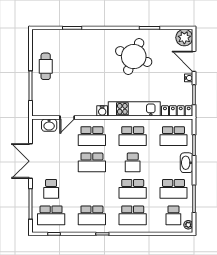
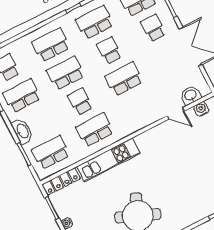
water cooler: (102, 111) -> (201, 109), moved
door: (67, 117) -> (176, 113), swing flipped
school desk: (92, 136) -> (109, 51), moved, width x0.54

